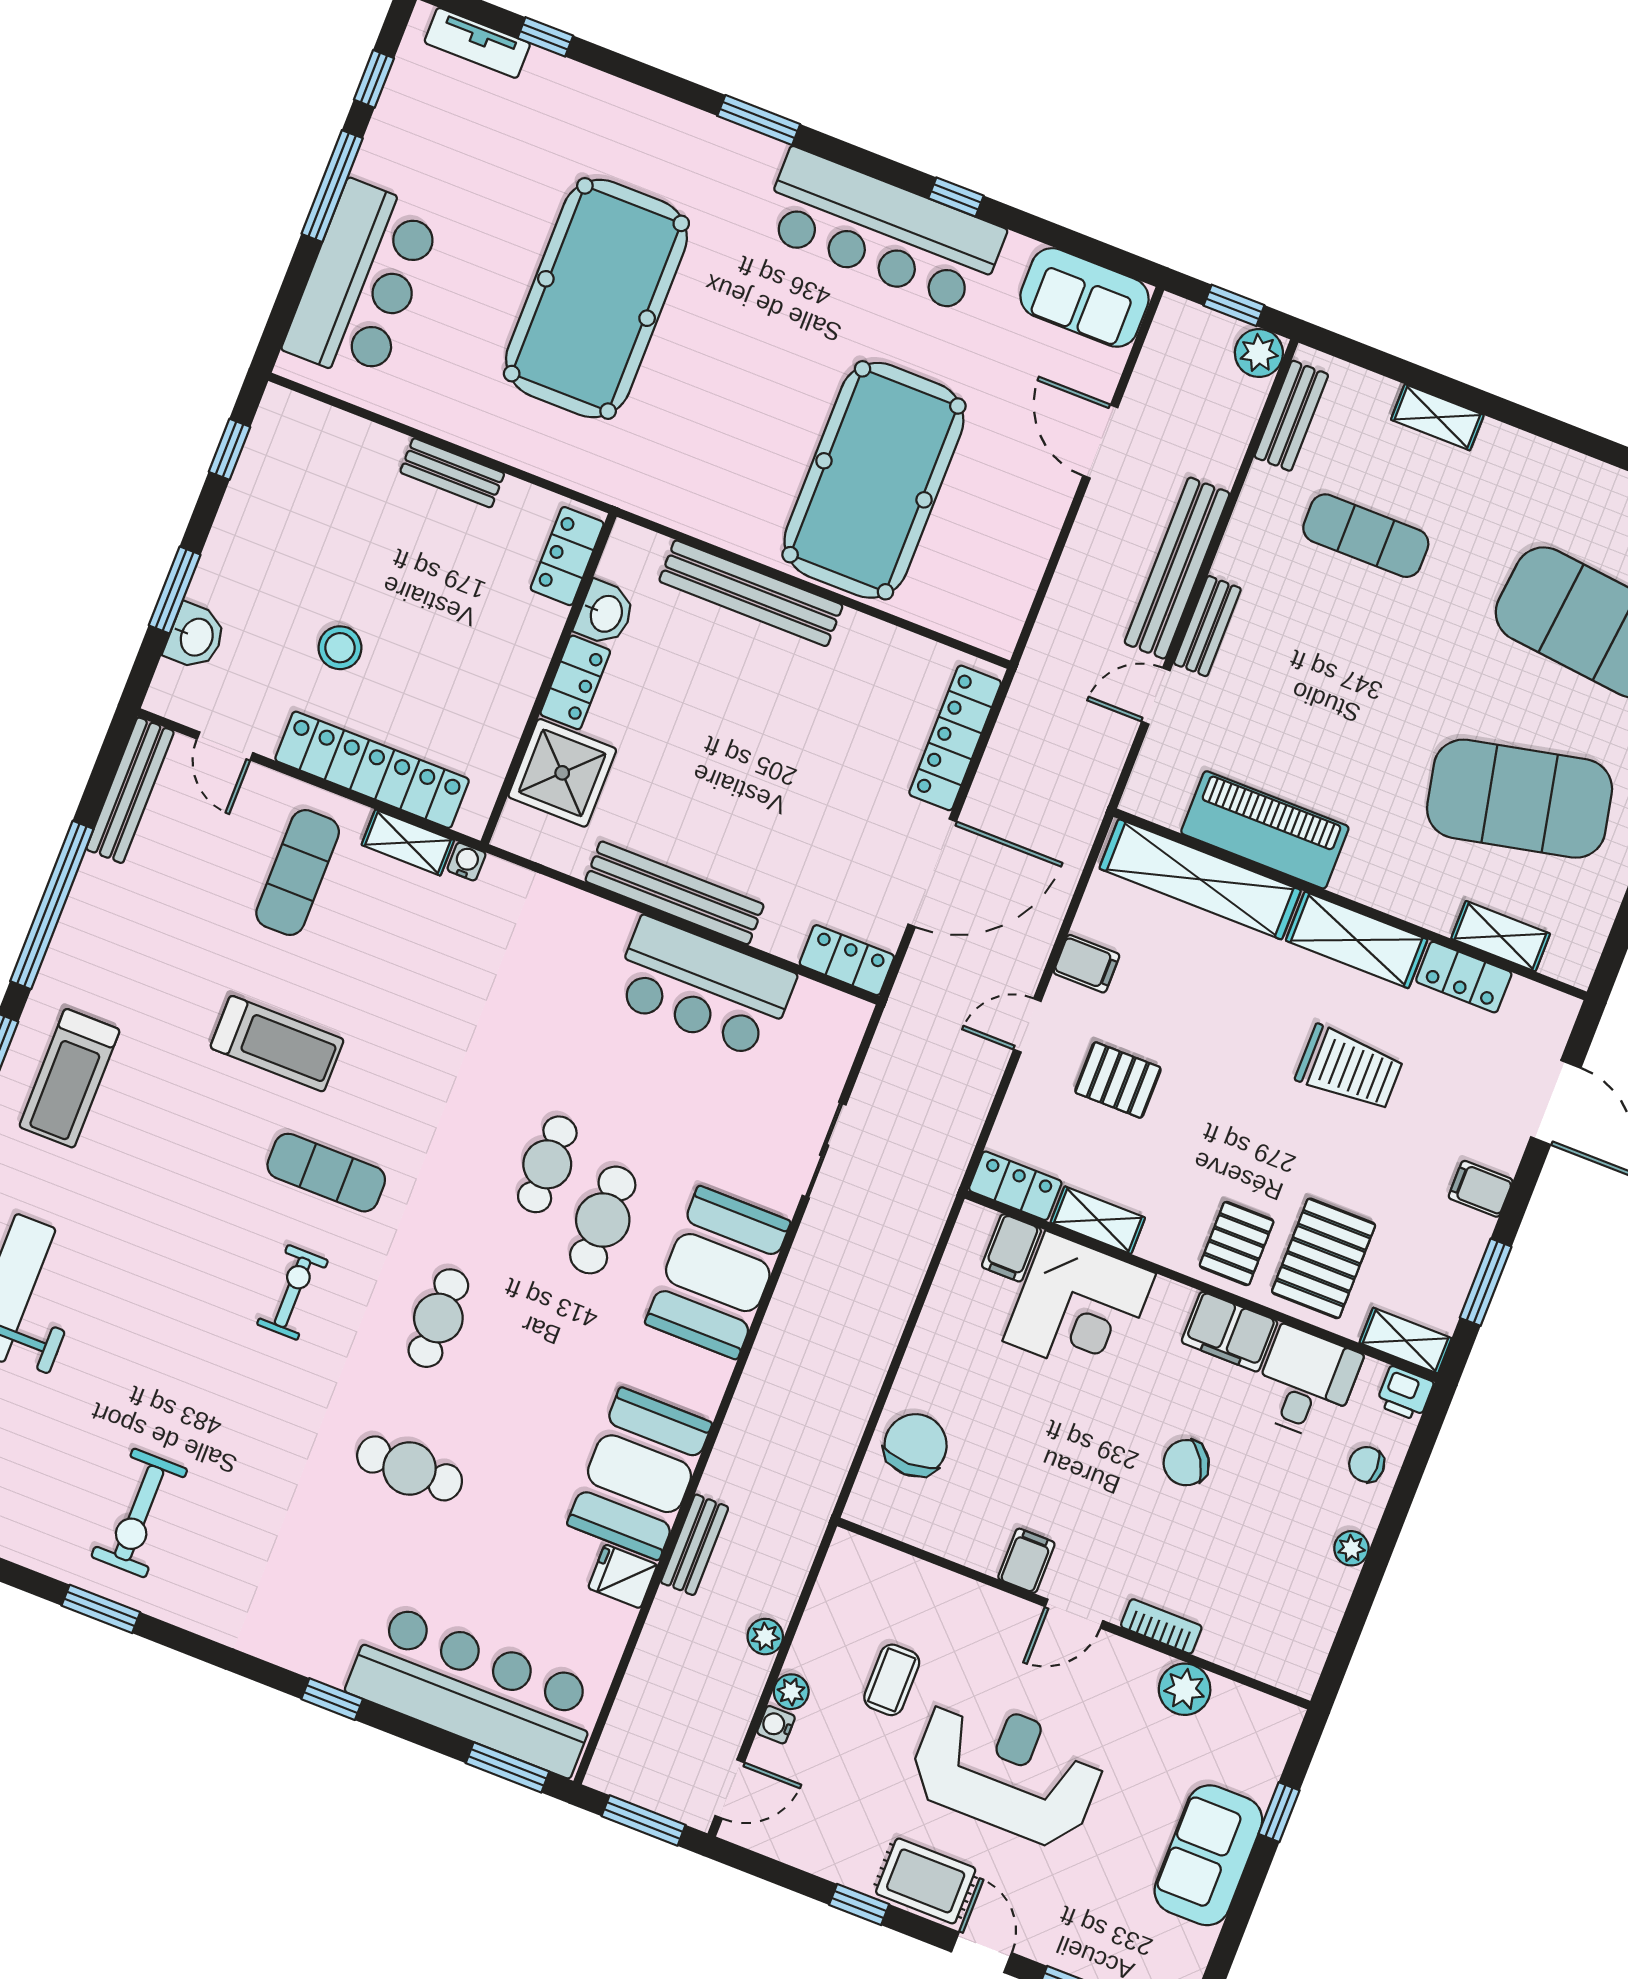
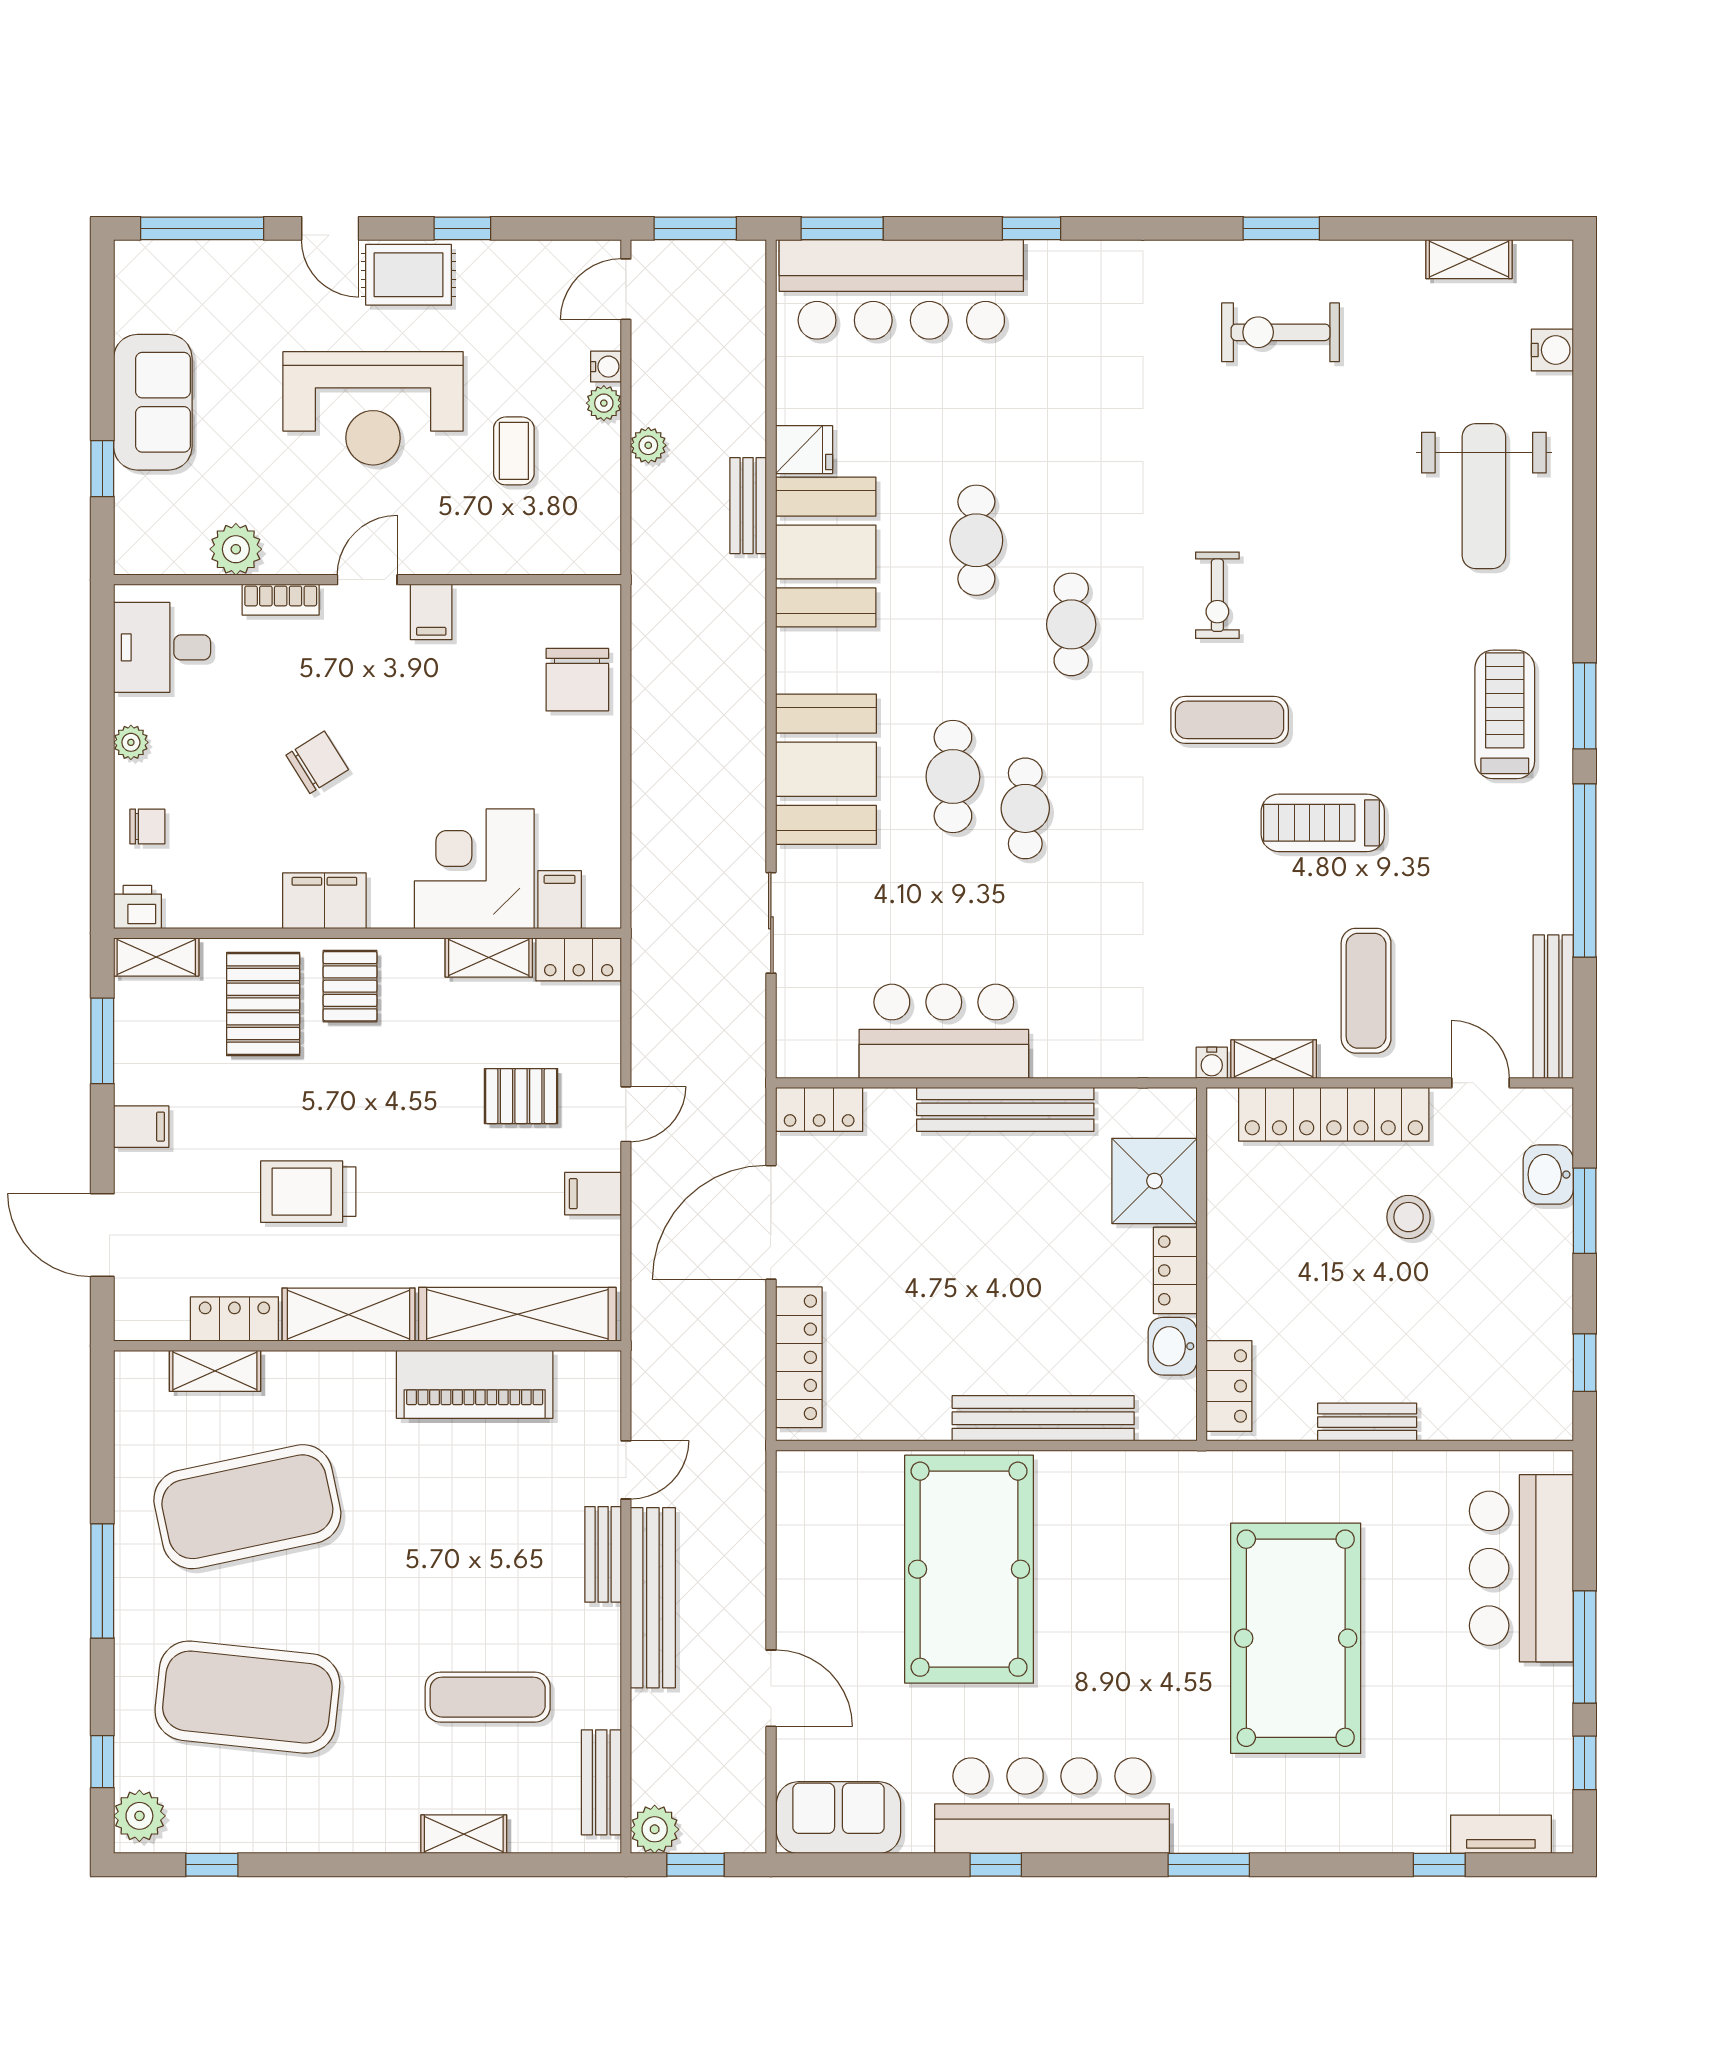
desk: (1306, 1383) -> (162, 647), moved, turned 90
cafe table: (410, 1468) -> (976, 540), moved, turned 90
exercise bike: (139, 1513) -> (1280, 332), turned -90

